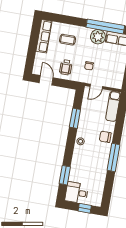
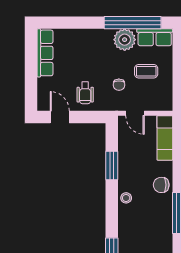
coffee table: (68, 40) -> (146, 71), moved
door: (96, 86) -> (135, 113), hinge flipped

